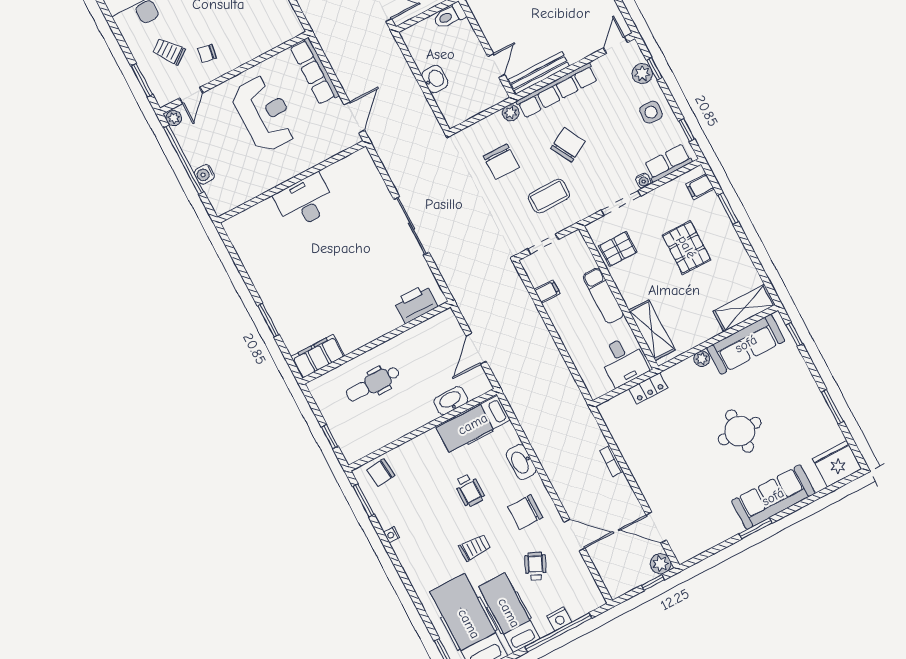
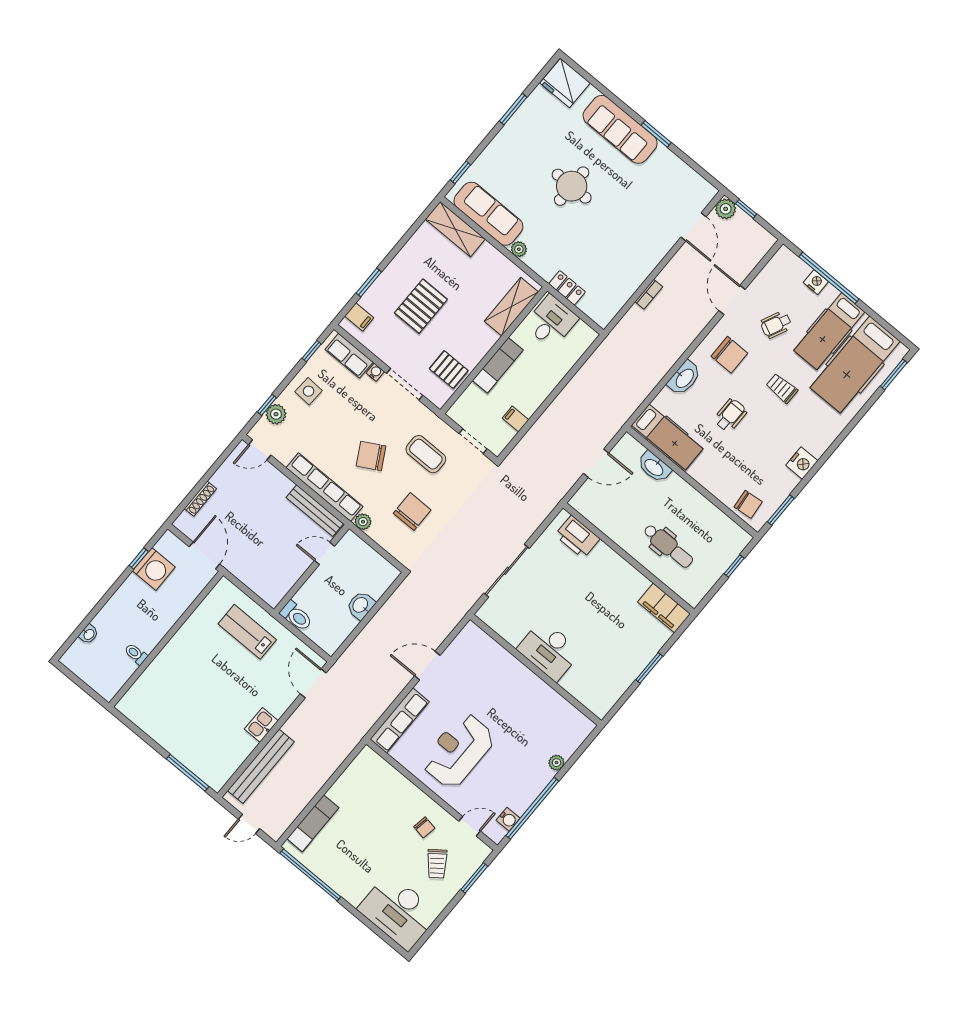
plant: (174, 118) -> (556, 763), moved
water cooler: (204, 174) -> (508, 819), moved
wall: (292, 182) -> (536, 670), moved
desk: (305, 201) -> (549, 650), moved
nightstand: (392, 535) -> (802, 463), width x1.89, depth x1.79

